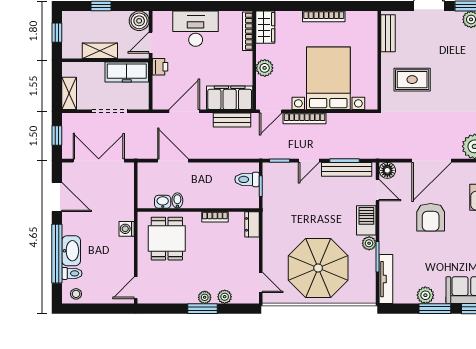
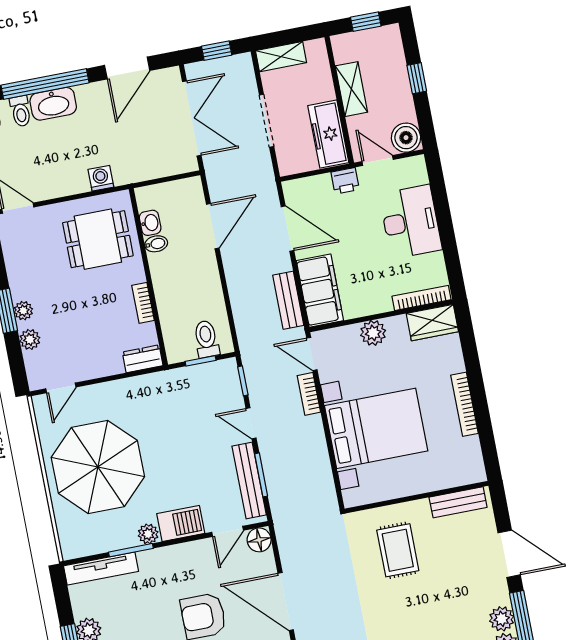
bookcase: (305, 118) -> (309, 394), width x0.64

